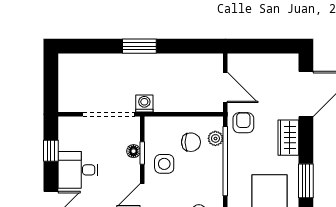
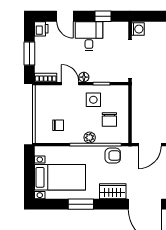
washing machine: (144, 103) -> (138, 29), moved
armchair: (243, 123) -> (113, 156), moved
plant: (215, 138) -> (90, 138), moved
floor lamp: (133, 151) -> (84, 77), moved

